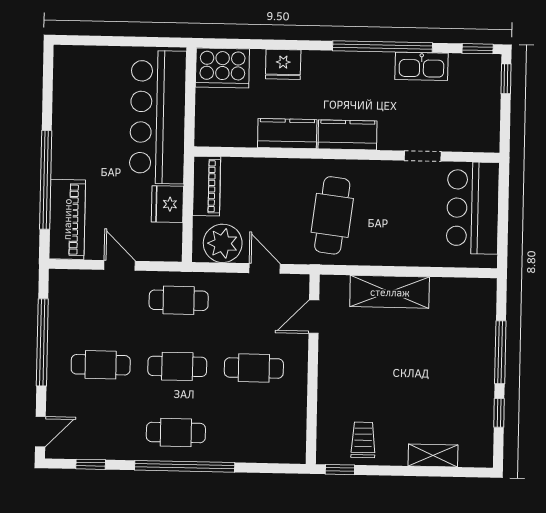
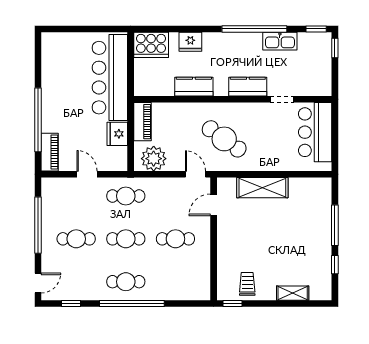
kitchen counter: (348, 135) -> (248, 87), moved
cafe table: (332, 215) -> (224, 139), turned -61
piano: (67, 219) -> (50, 152), width x0.73, depth x0.75
door: (265, 268) -> (195, 174), moved

